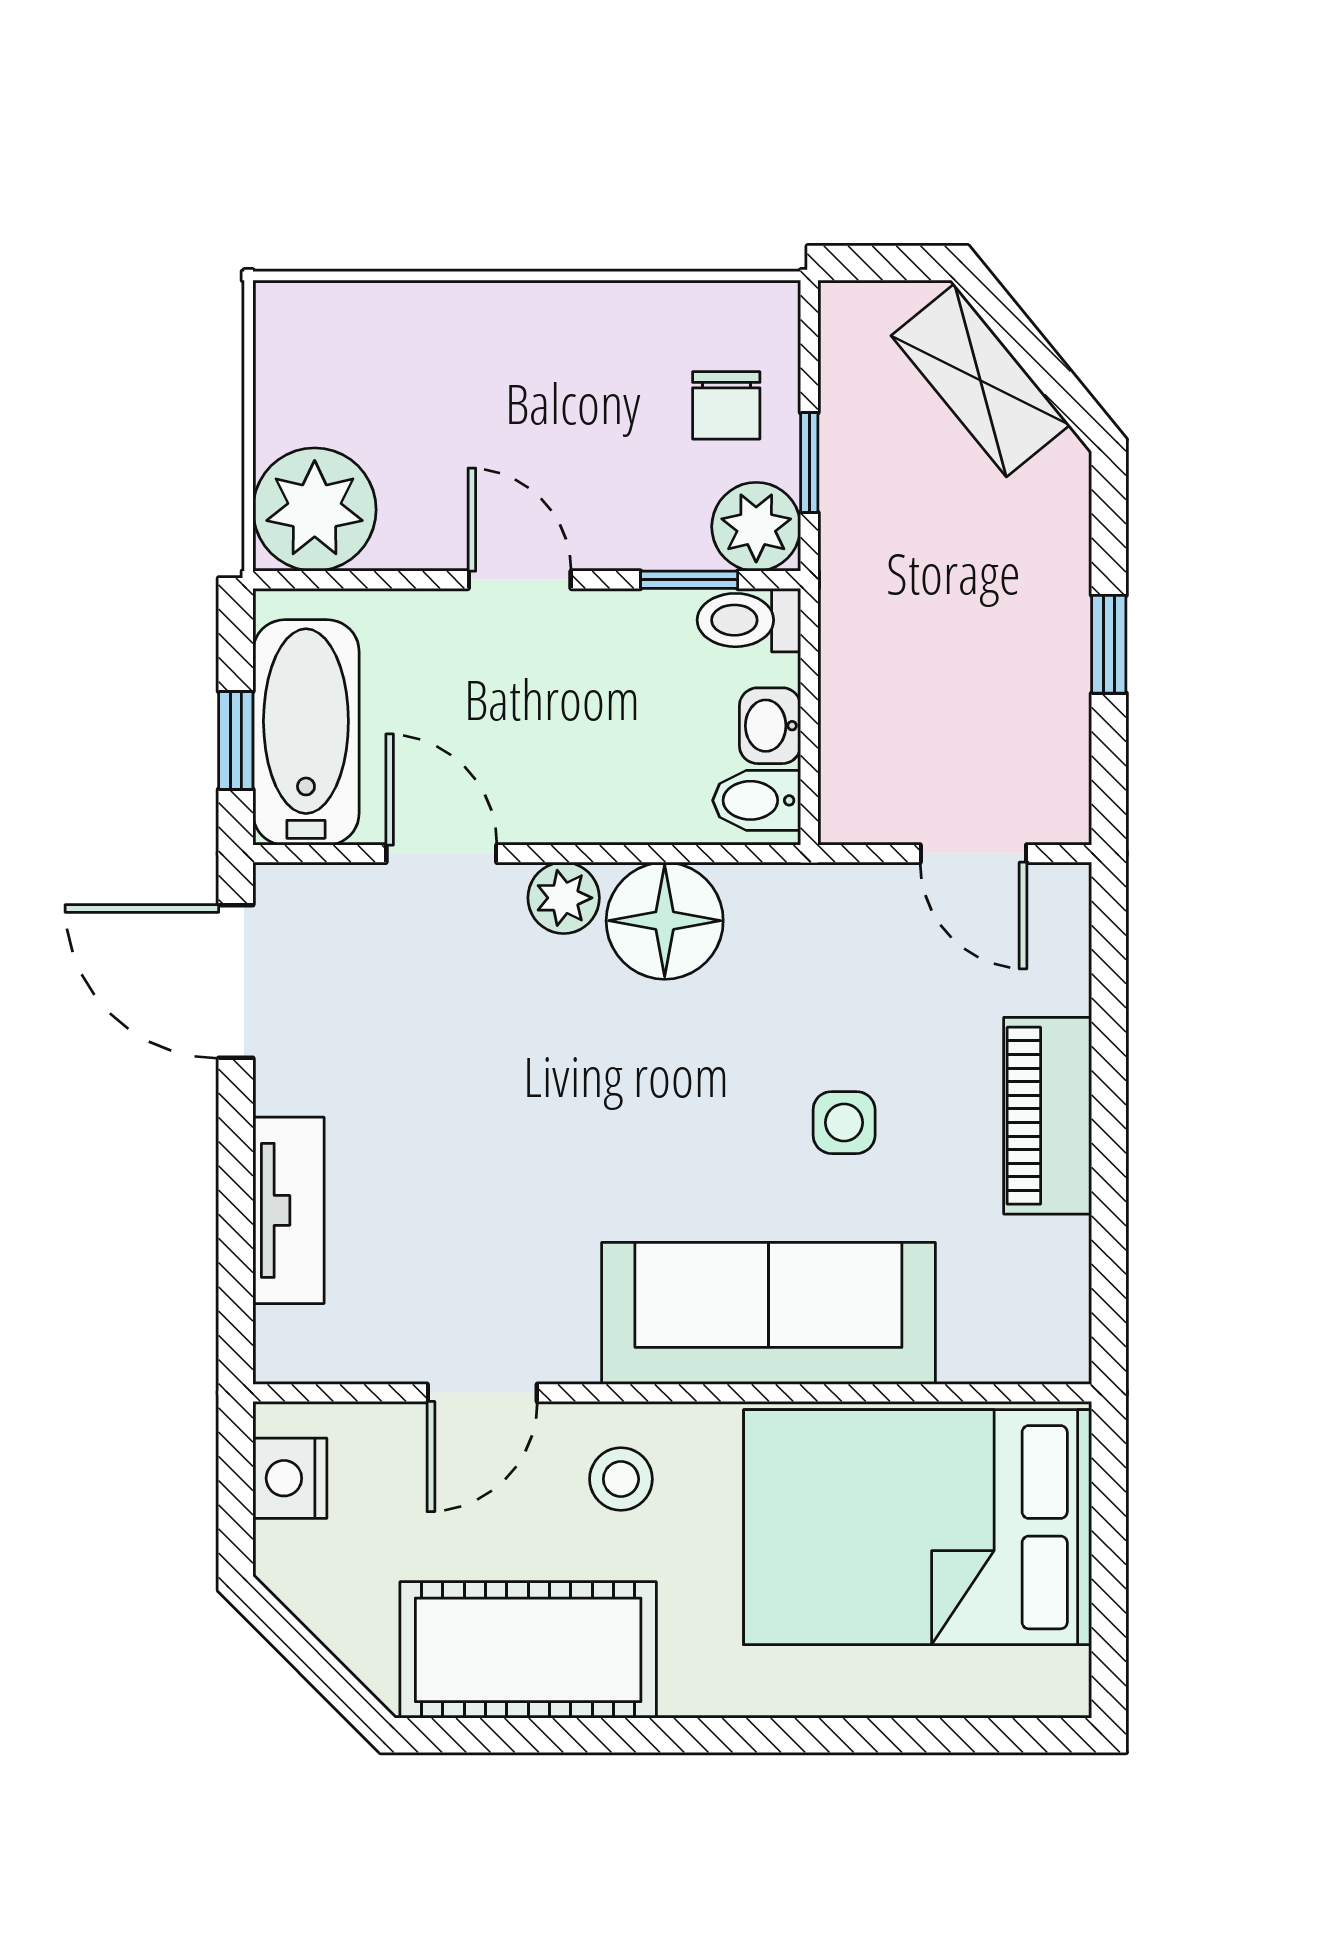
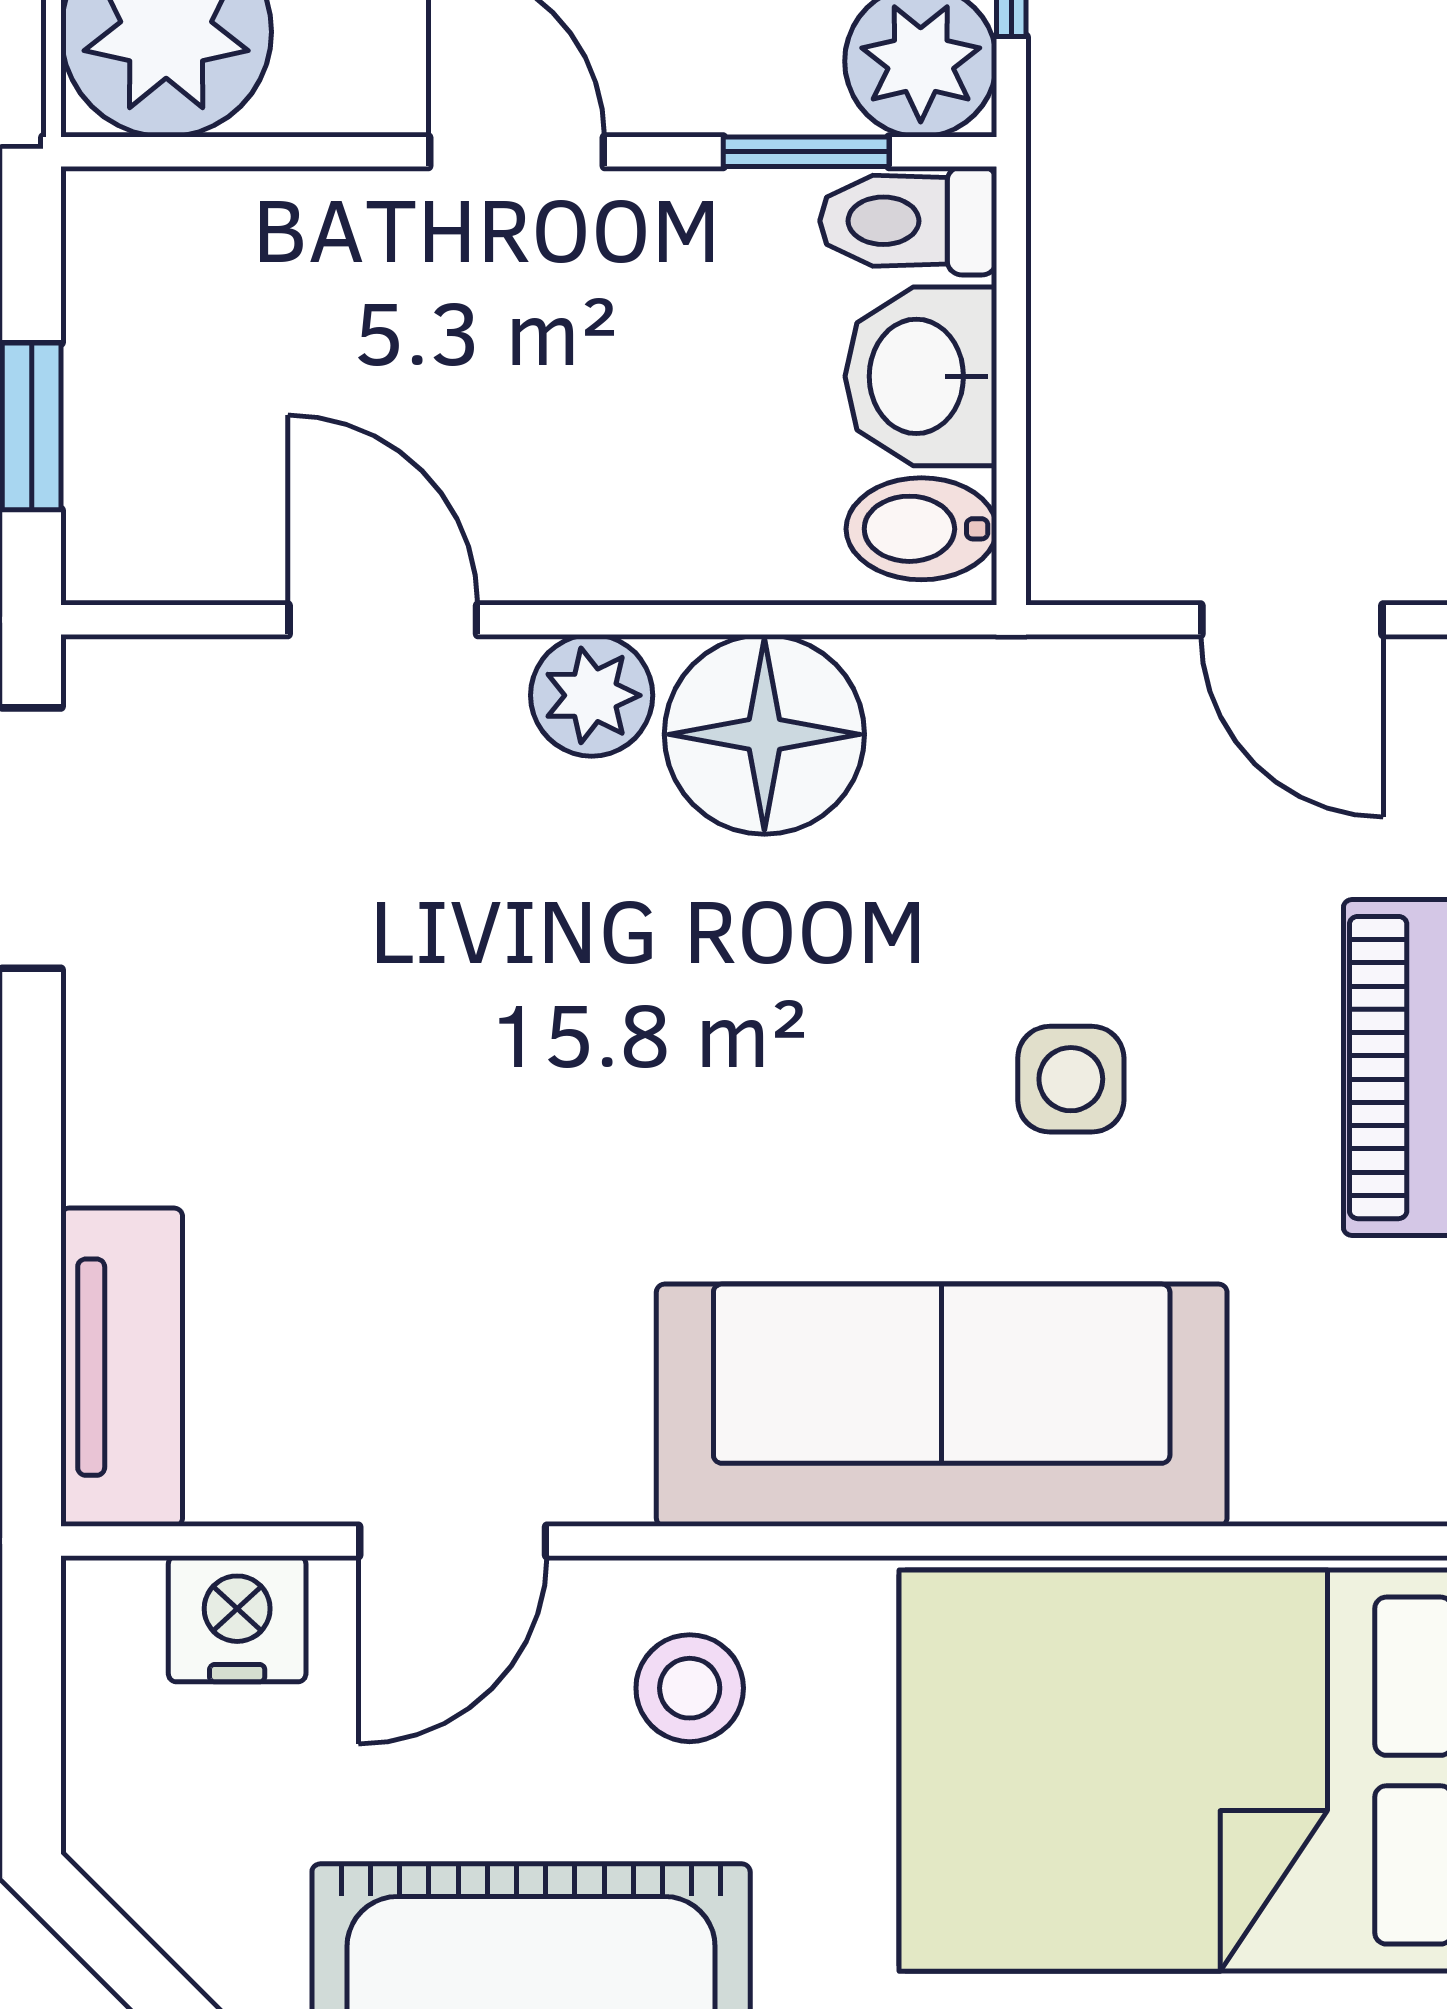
washbasin: (770, 726) -> (921, 376), width x1.38, depth x1.45
bathtub: (306, 732) -> (152, 413), removed
tv unit: (288, 1210) -> (122, 1367), moved
nightstand: (290, 1478) -> (237, 1619), moved, turned 90

